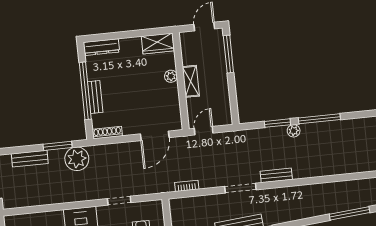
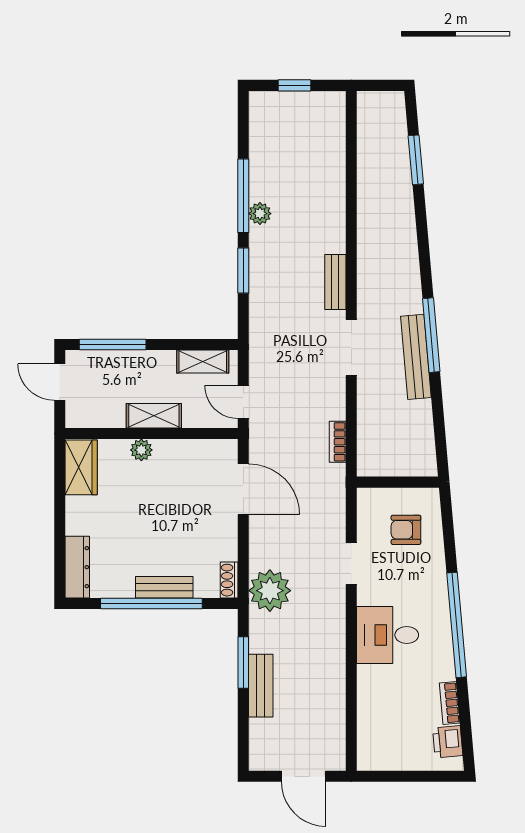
shelving: (224, 106) -> (203, 362), added
plant: (294, 131) -> (260, 214), moved
shoe rack: (107, 133) -> (229, 580), width x0.70
bench: (30, 159) -> (261, 686), moved
plant: (77, 159) -> (270, 591), moved
window: (350, 213) -> (416, 160), width x0.69

